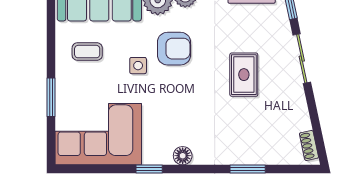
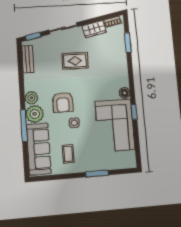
armchair: (174, 49) -> (63, 102), turned 180
wardrobe: (298, 112) -> (94, 29), added
corner sofa: (98, 134) -> (115, 125), moved
window: (248, 169) -> (128, 43), moved

